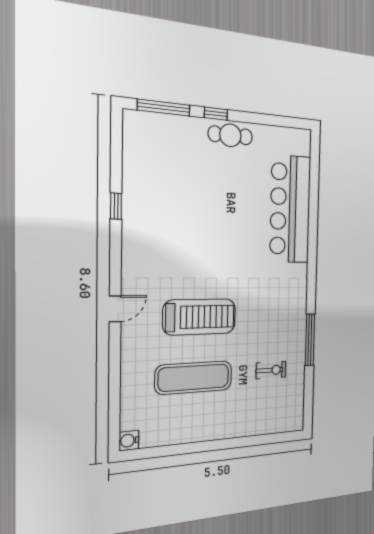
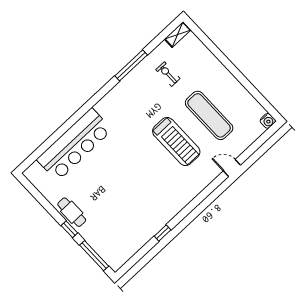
door: (115, 309) -> (232, 168), moved
treadmill: (200, 317) -> (176, 142), turned 180
shelving: (297, 414) -> (178, 35), added

